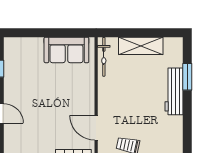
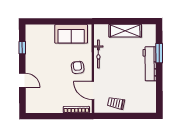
bicycle: (104, 57) -> (98, 54), moved
armchair: (75, 96) -> (78, 67), added

